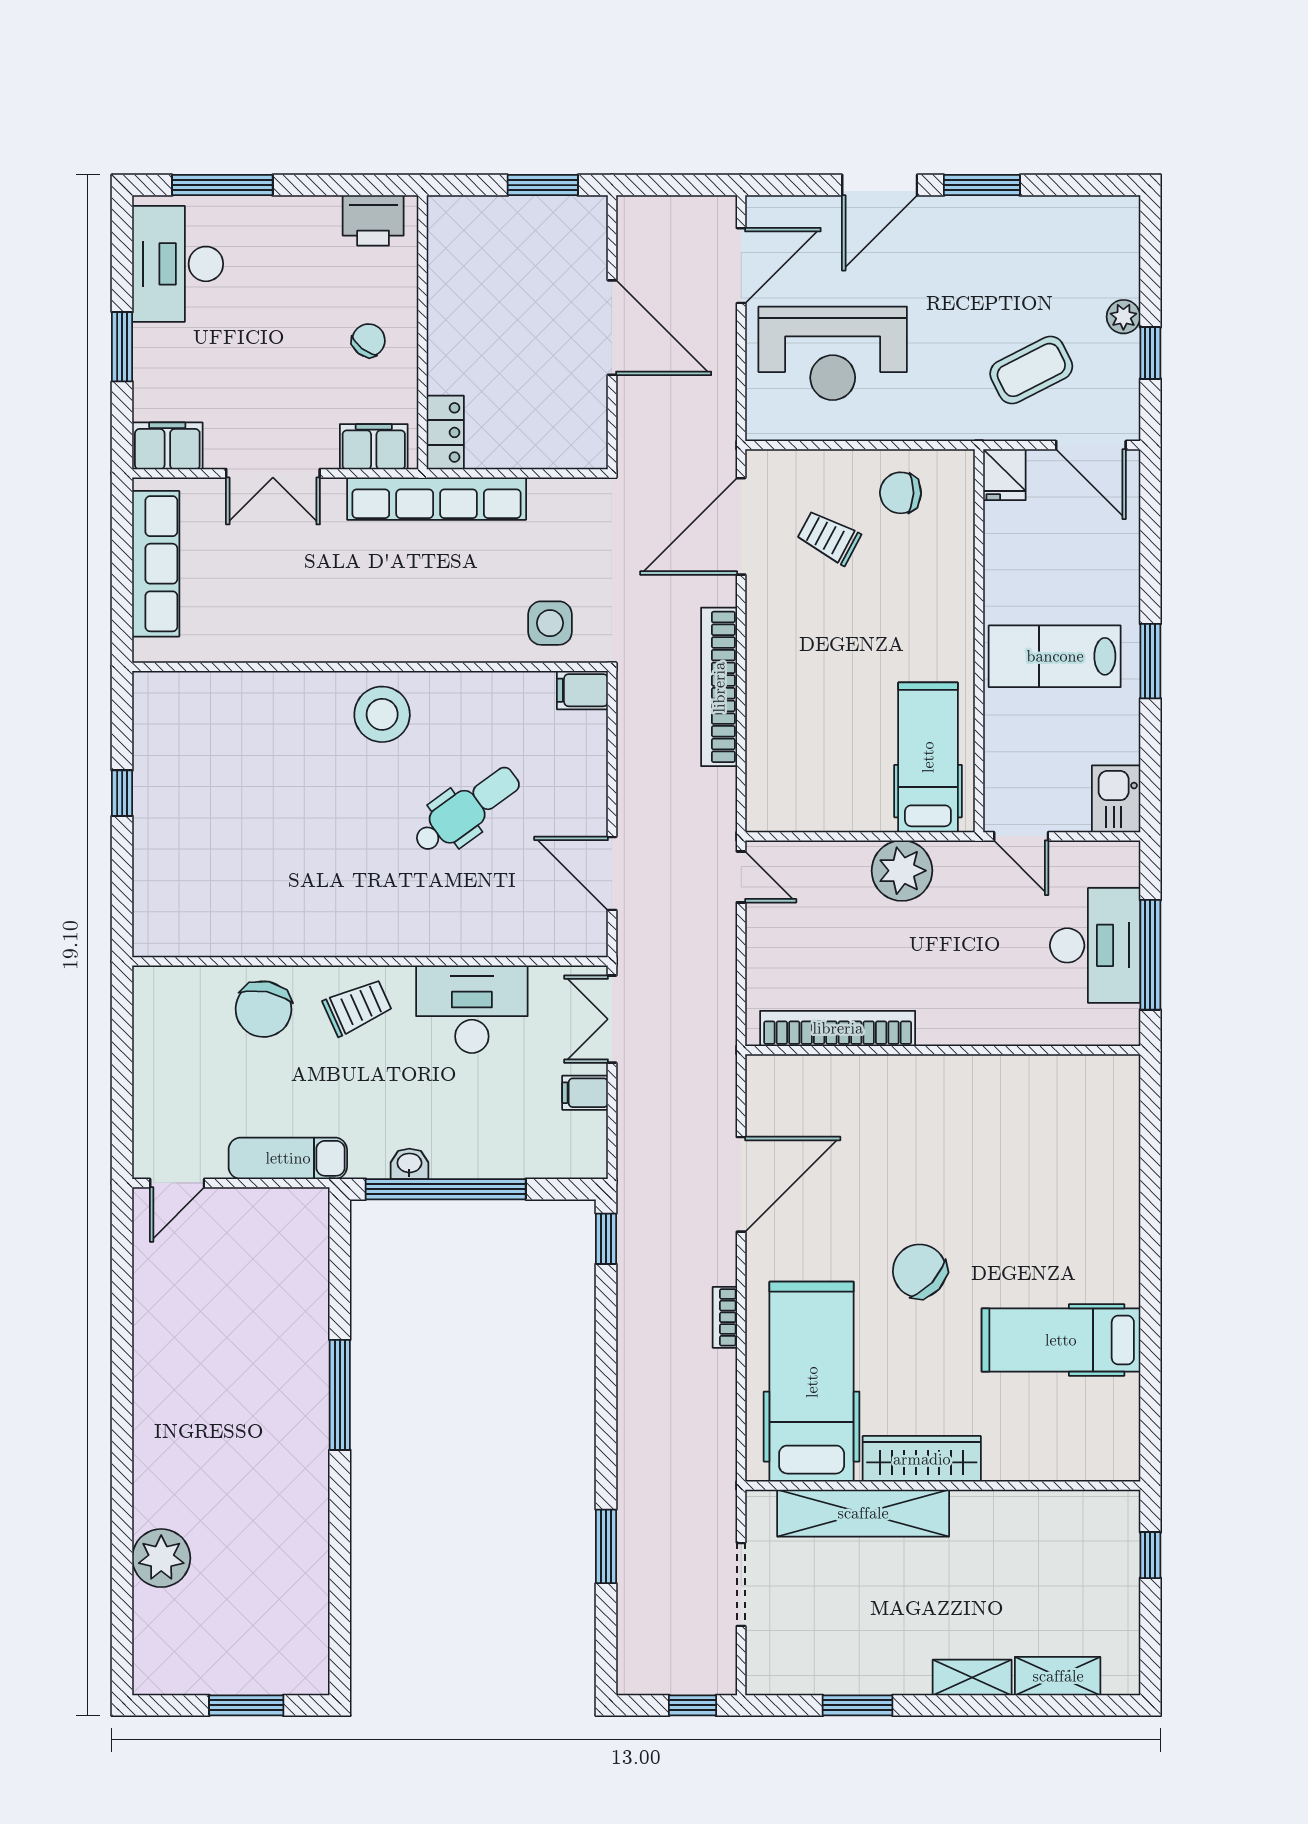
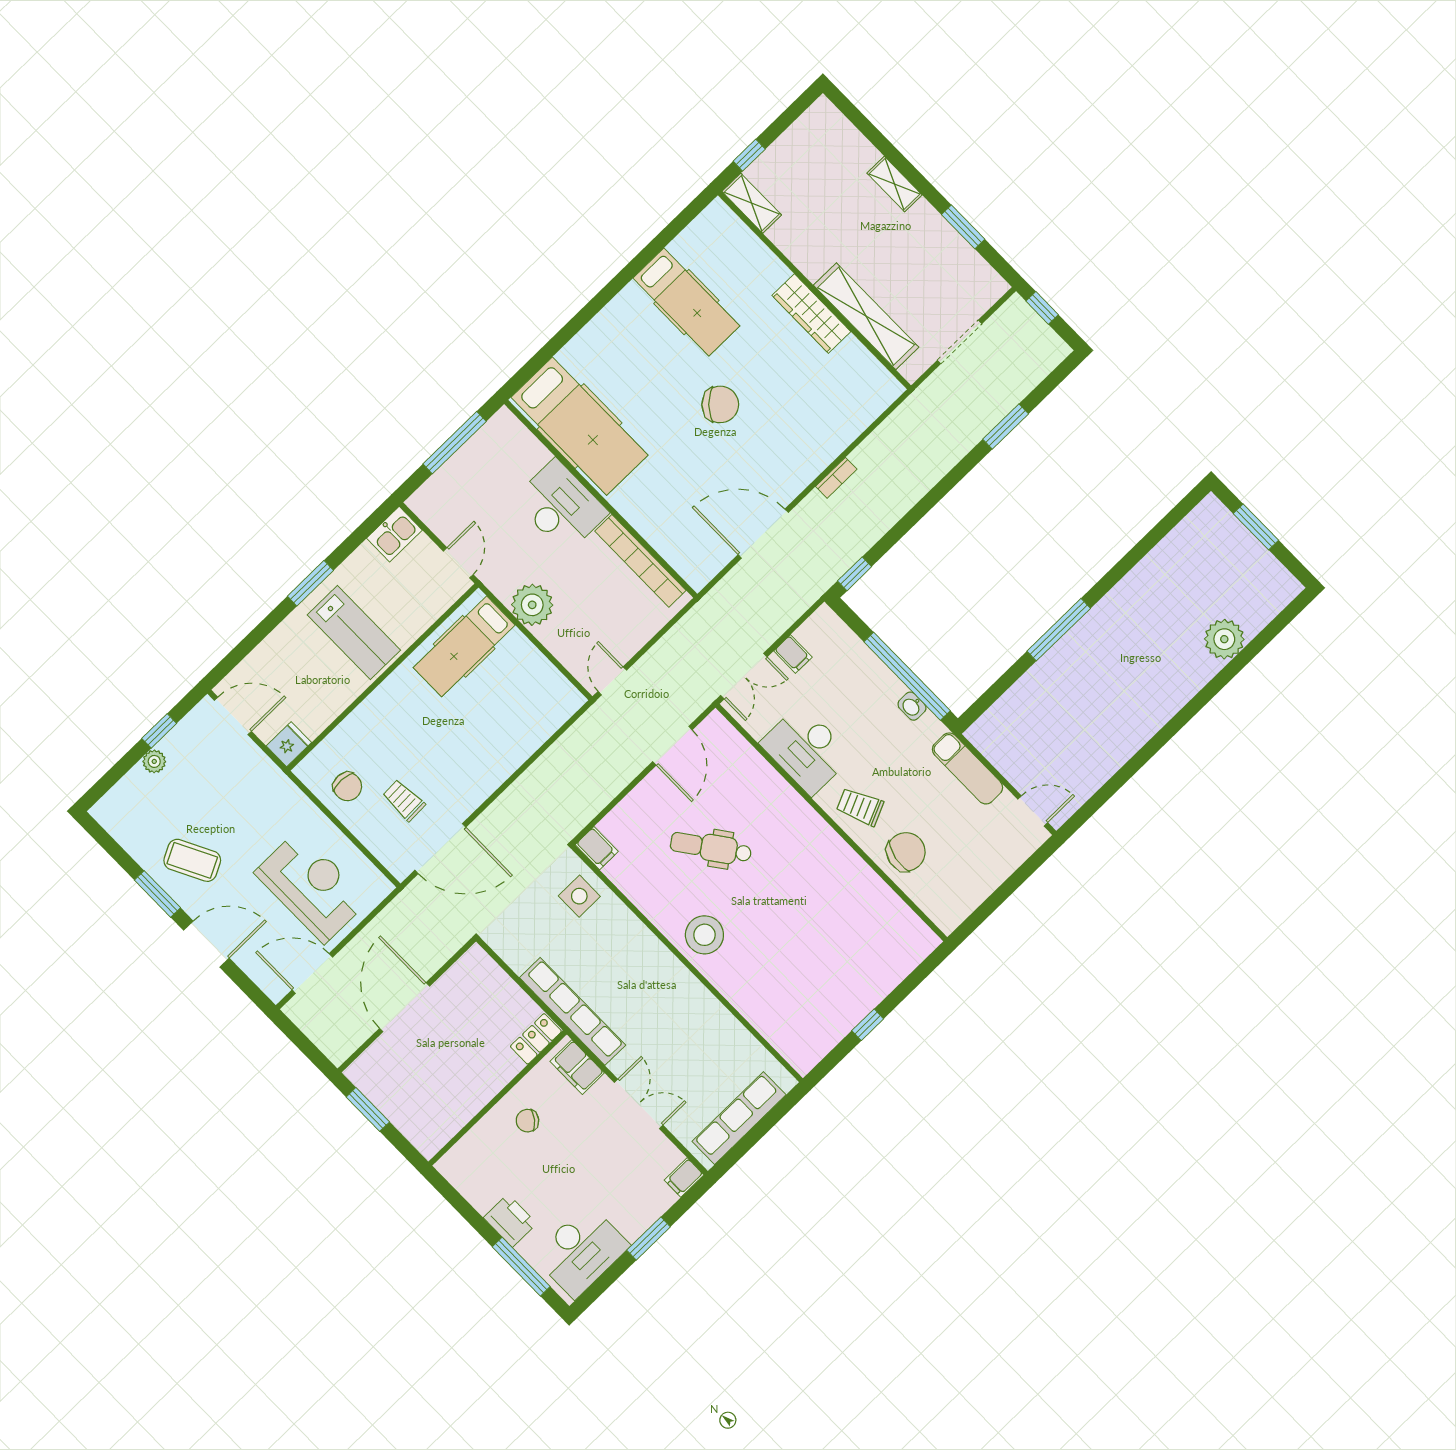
printer: (373, 220) -> (510, 1221), moved
coffee table: (1031, 370) -> (192, 860), moved
door: (1091, 445) -> (233, 716), hinge flipped
filing cabinet: (167, 446) -> (684, 1177), width x0.50
trolley: (829, 538) -> (404, 800), turned 150
bookcase: (719, 687) -> (530, 783), removed
desk: (1095, 945) -> (561, 506), moved, turned 90
chair: (920, 1271) -> (720, 404), turned -89
hospital bed: (812, 1382) -> (579, 426), moved, turned -90
shelving: (1058, 1676) -> (752, 203), moved

